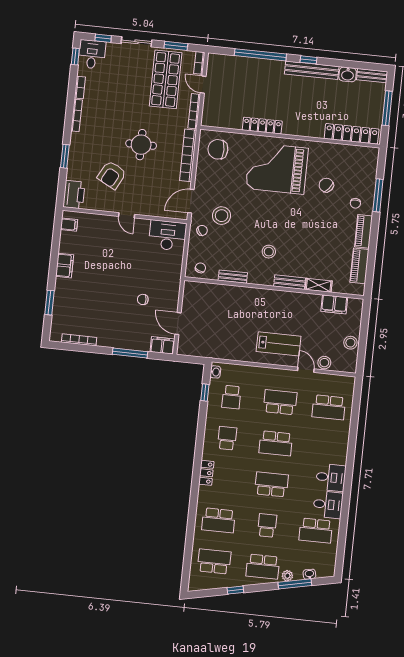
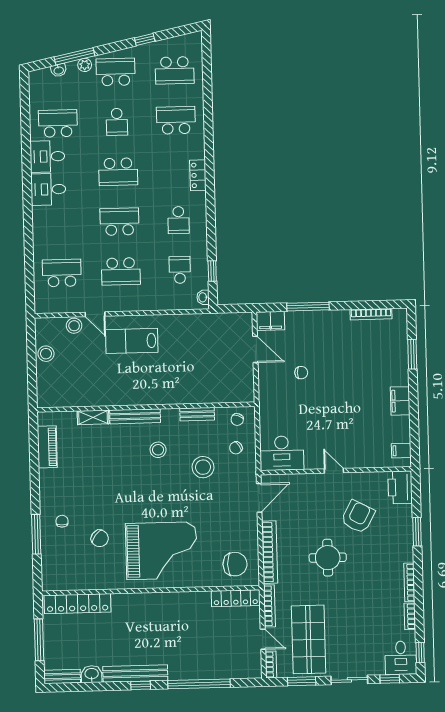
locker: (262, 126) -> (236, 598), moved
stool: (222, 216) -> (203, 467), moved
chair: (202, 230) -> (236, 448), moved
piano: (364, 231) -> (48, 489), removed
bench: (290, 282) -> (135, 416), width x1.36
filing cabinet: (334, 304) -> (71, 397), removed

